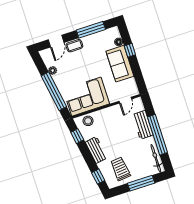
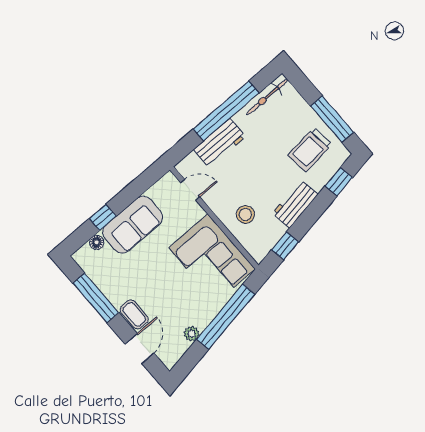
door: (56, 41) -> (140, 349), hinge flipped
stool: (88, 121) -> (245, 214), moved
window: (141, 183) -> (332, 119), moved

